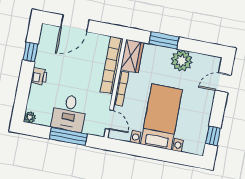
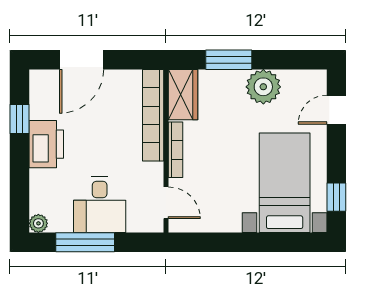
printer: (39, 76) -> (46, 144), width x1.87, depth x1.48
bed with nightstands: (161, 117) -> (285, 183), moved
window: (68, 136) -> (85, 242), moved

